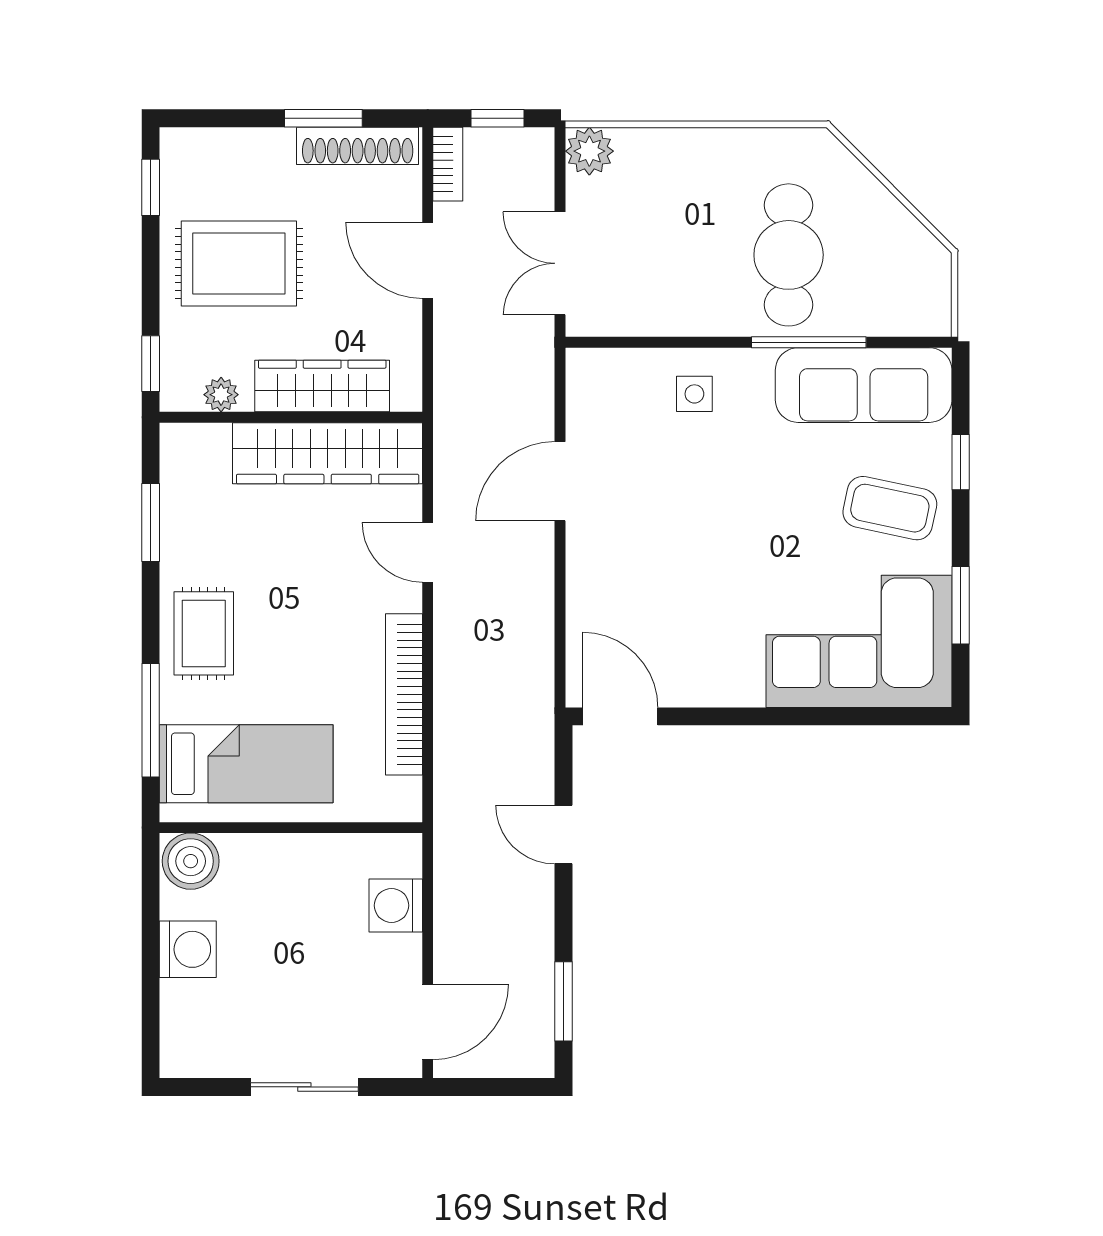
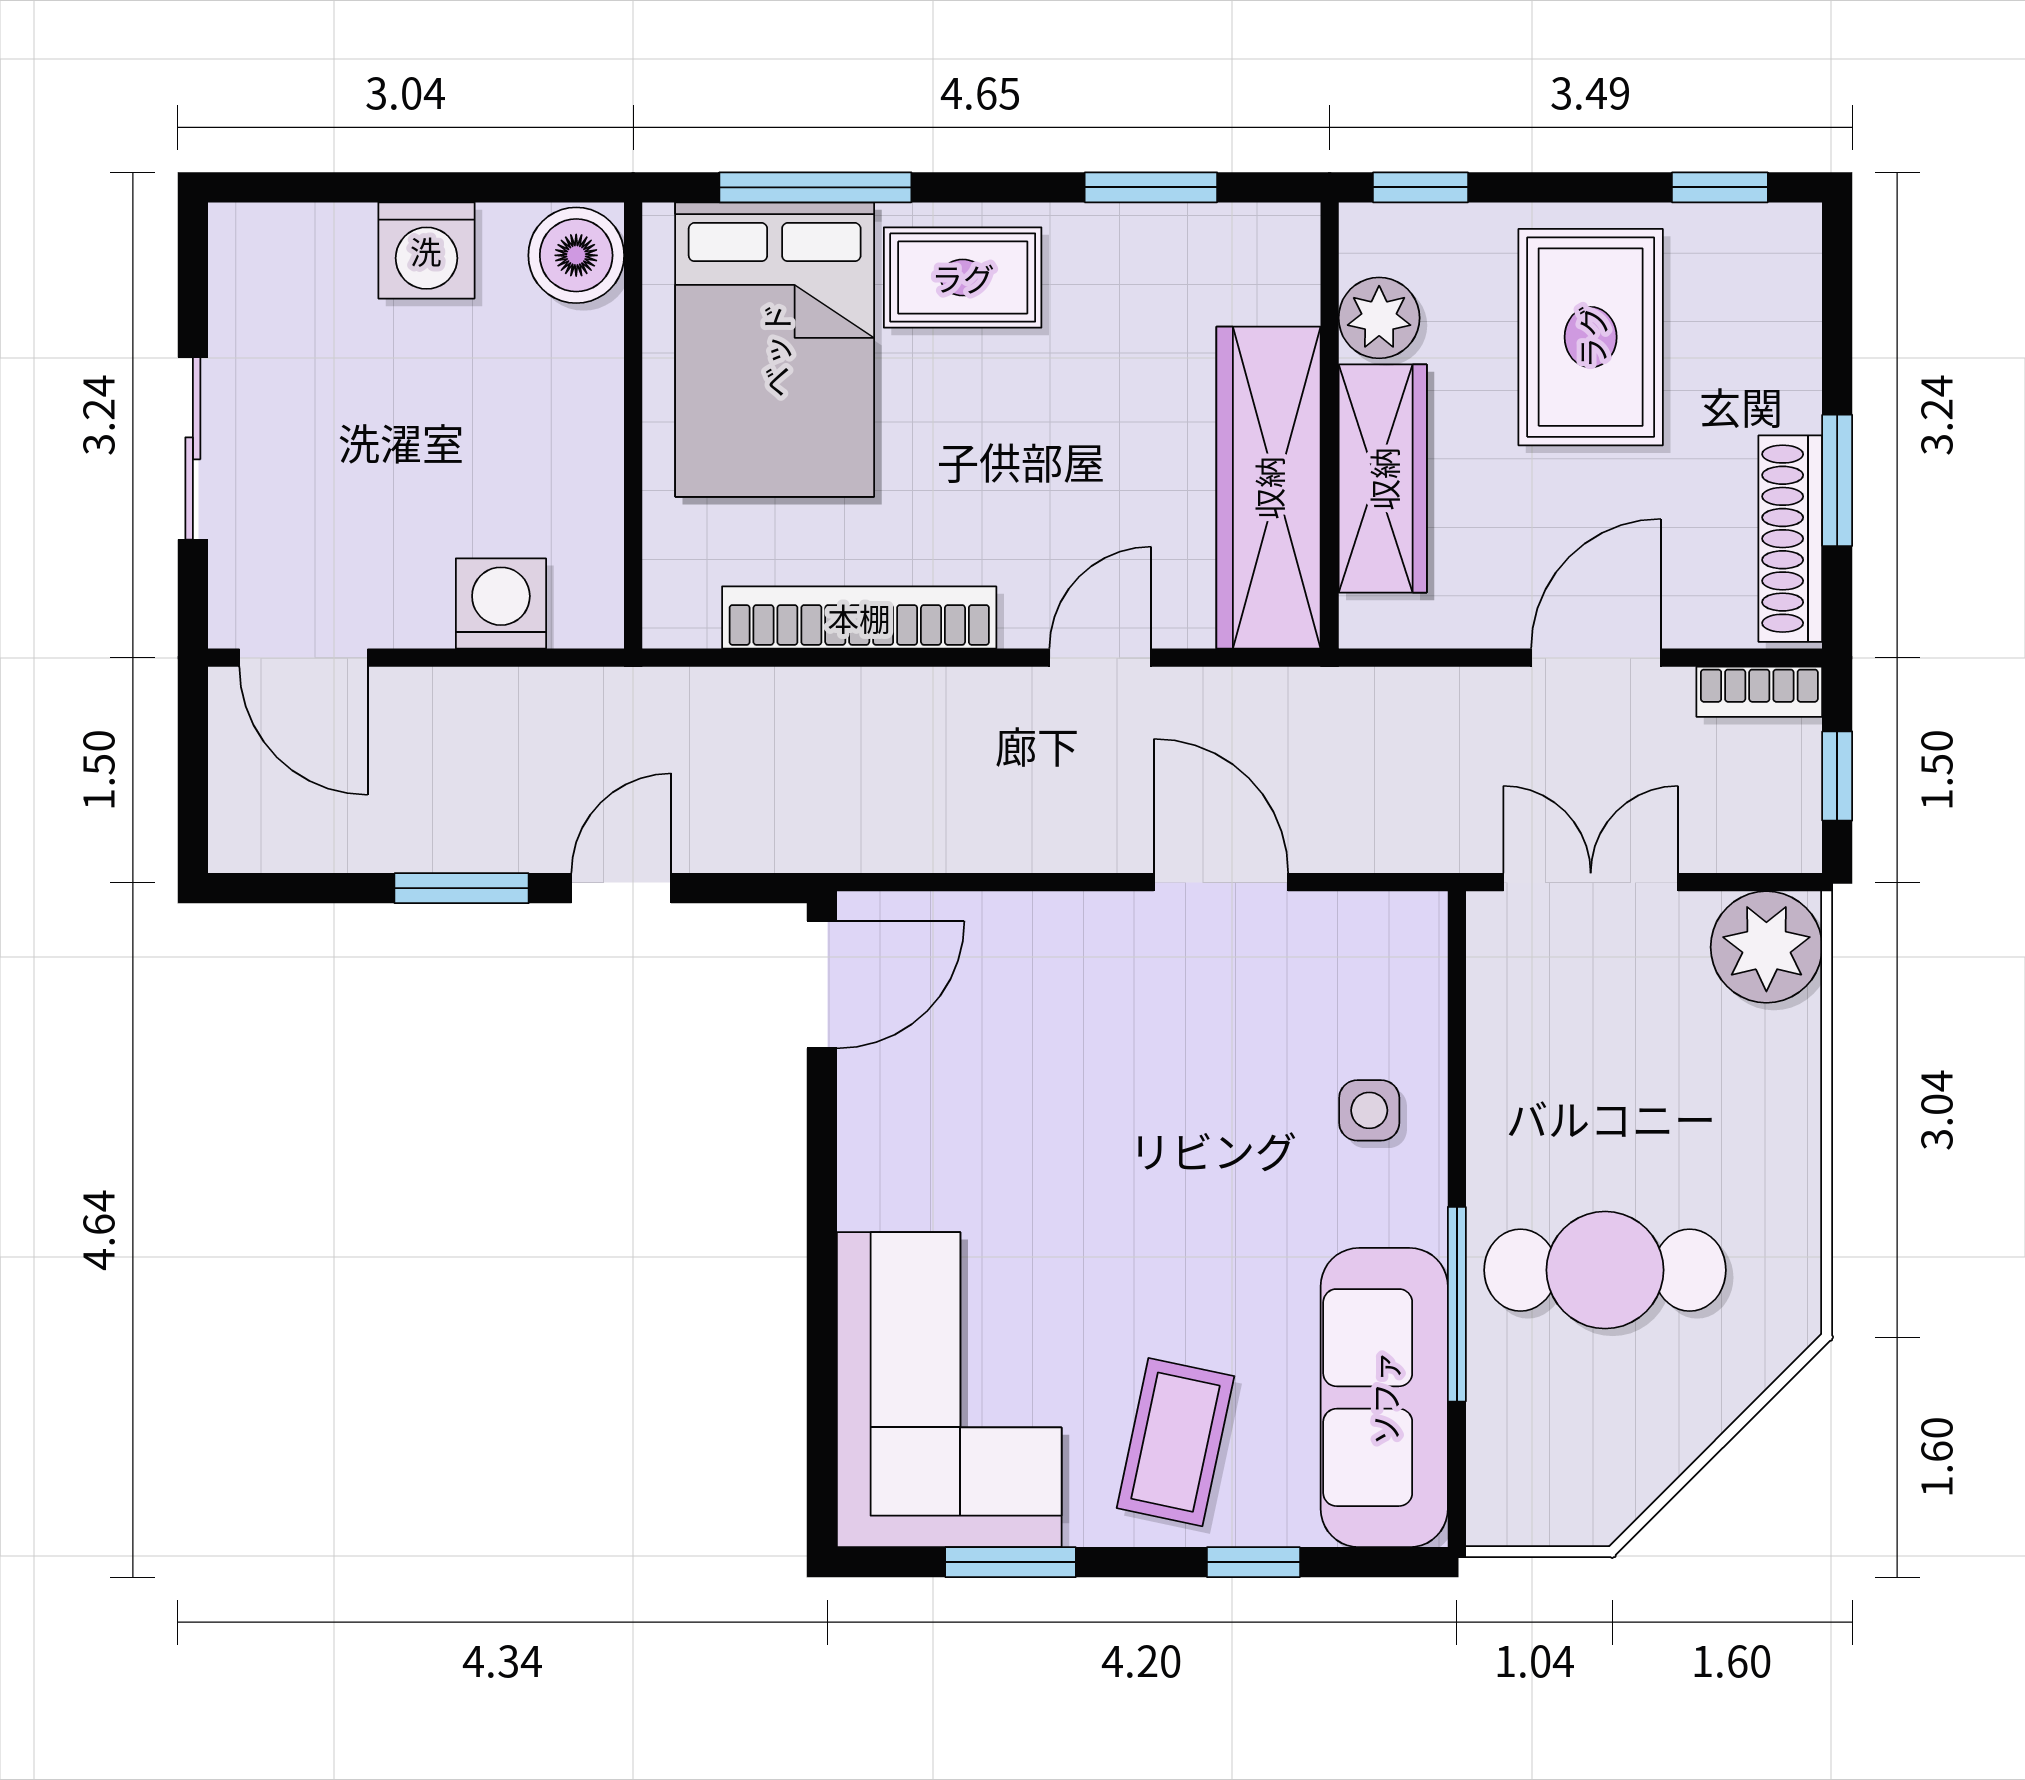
plant: (589, 151) -> (1766, 947), width x1.36, depth x1.36
plant: (221, 395) -> (1379, 318), width x1.38, depth x1.38
bed: (246, 764) -> (775, 350), width x1.50
window: (564, 1001) -> (462, 888), moved

